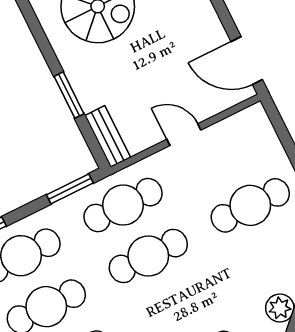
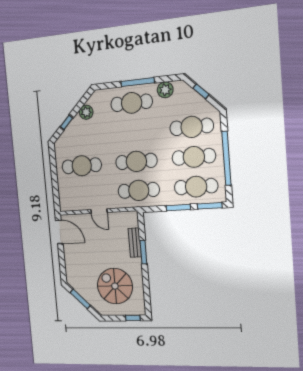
bench: (108, 136) -> (135, 243), moved
window: (70, 189) -> (178, 208), moved

